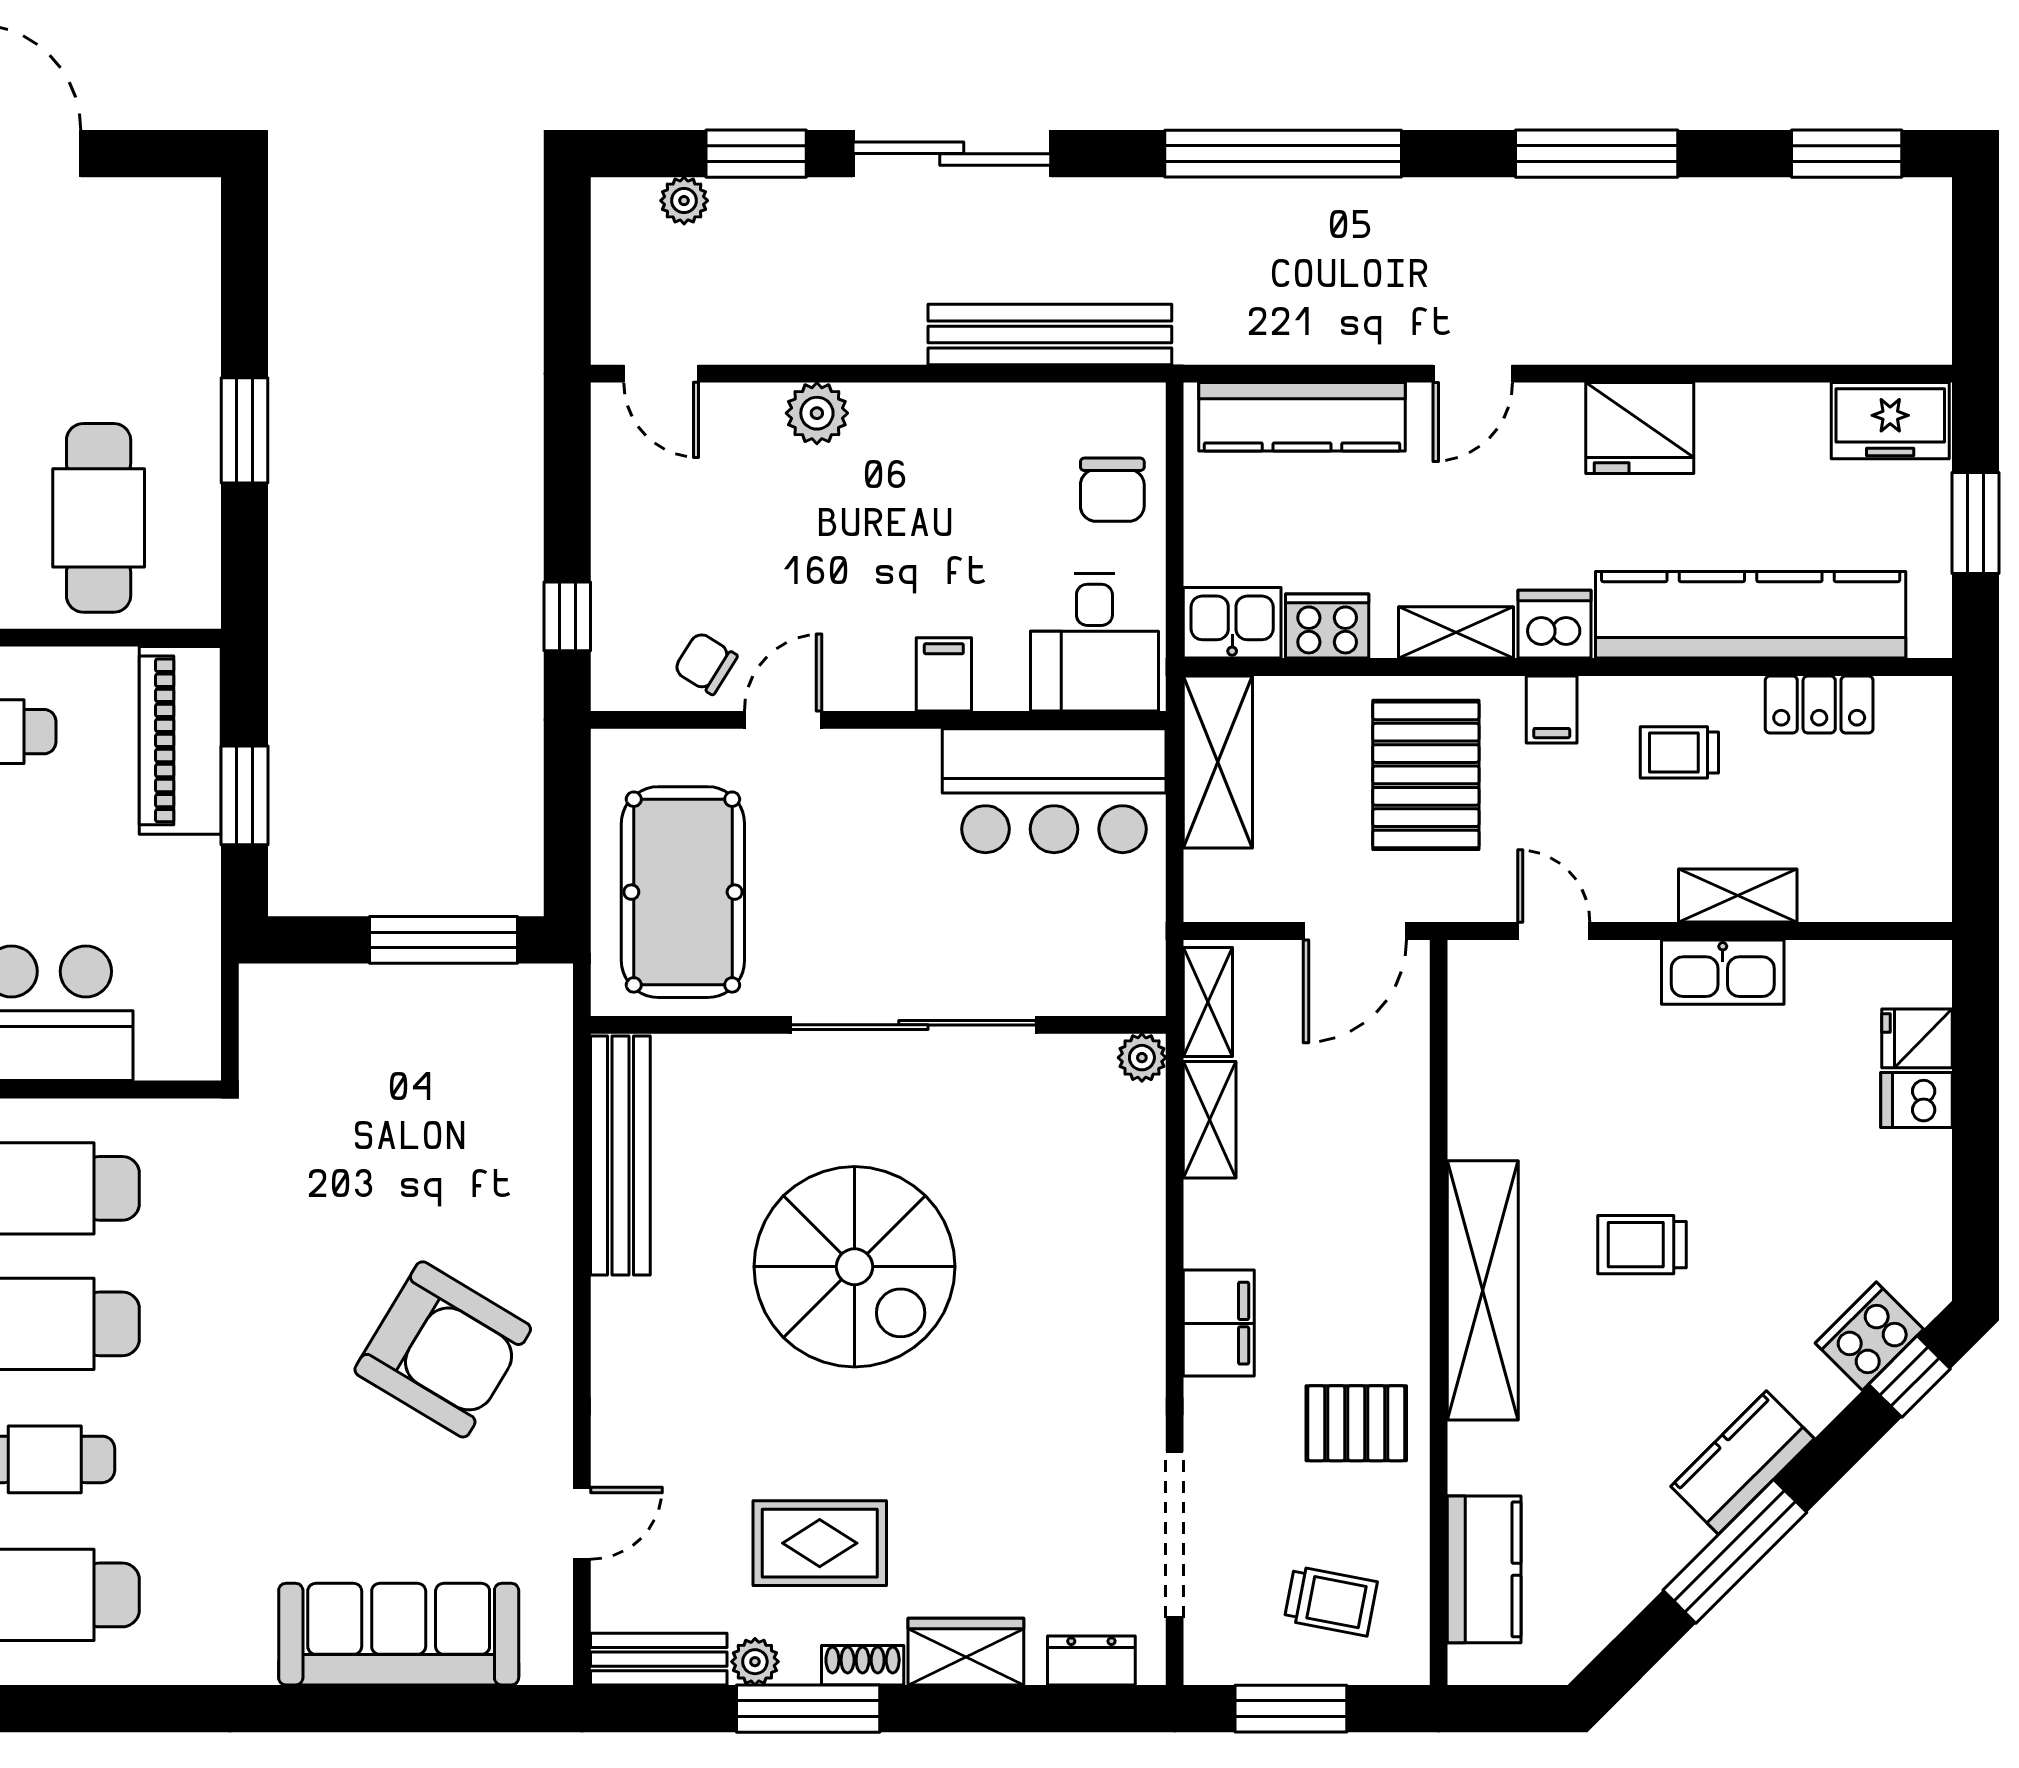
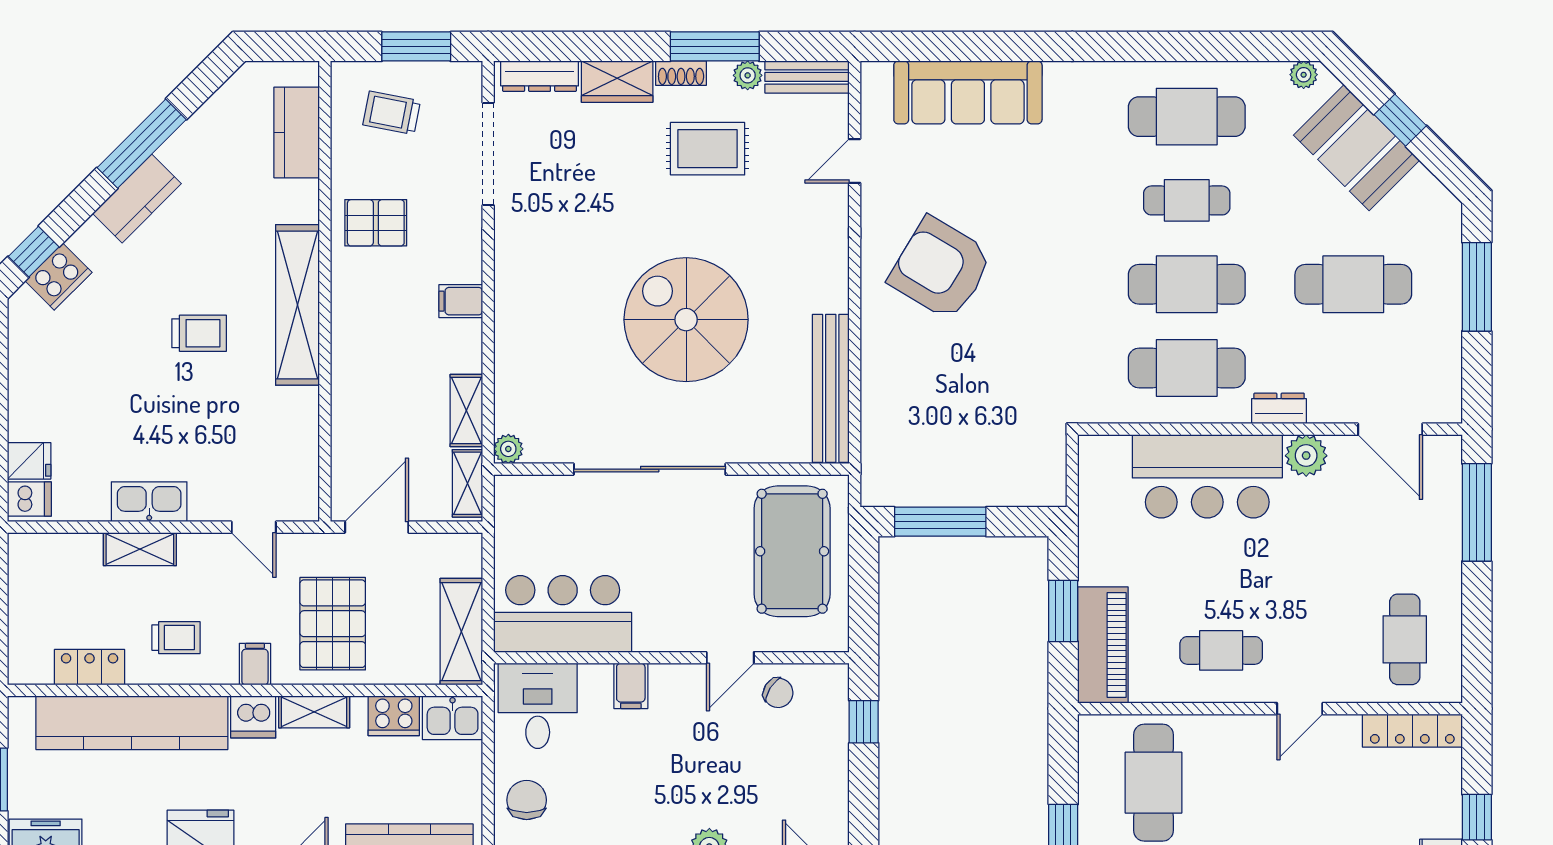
dishwasher: (1917, 1100) -> (29, 499), moved
filing cabinet: (1219, 1323) -> (461, 301), width x0.50
dresser: (1091, 1660) -> (540, 76), width x1.44

